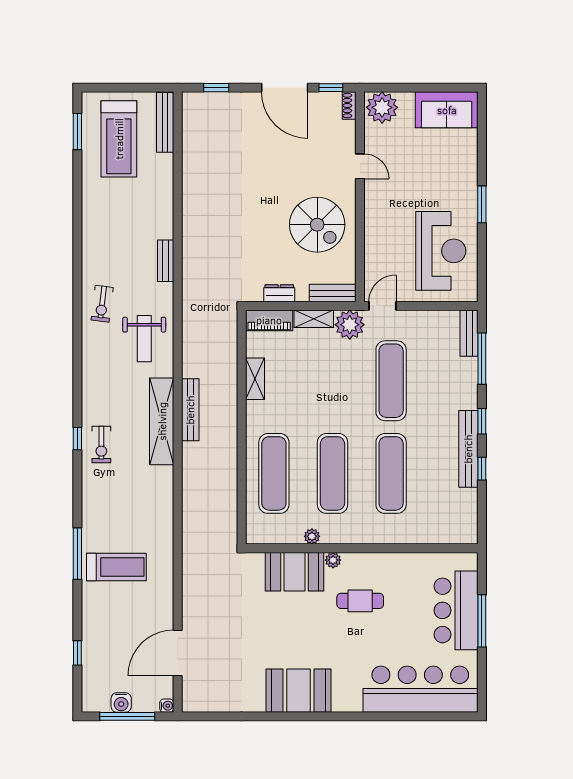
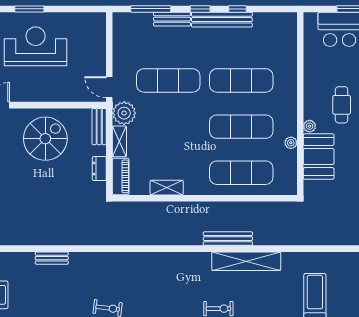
reception desk: (441, 251) -> (36, 46), moved
bench: (166, 261) -> (52, 258), moved
bench: (469, 333) -> (172, 19), moved
weight bench: (144, 339) -> (135, 275), removed
bench: (190, 410) -> (228, 239), moved
shelving: (162, 421) -> (246, 261), moved

